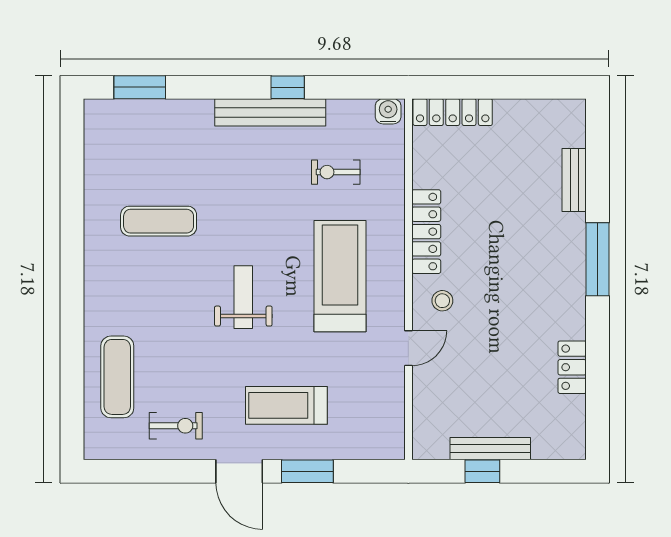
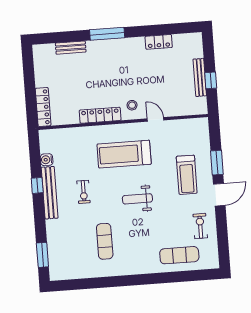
water cooler: (388, 111) -> (47, 160), moved
exercise bike: (336, 172) -> (84, 192), moved

